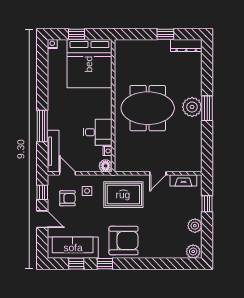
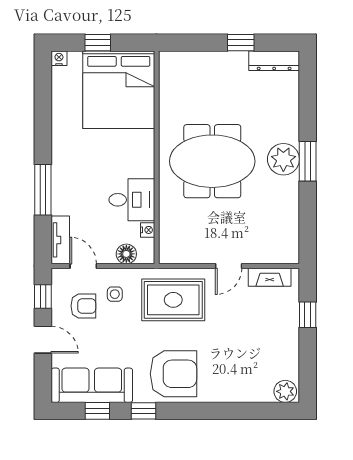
tv unit: (53, 151) -> (60, 240), width x0.71
floor lamp: (106, 166) -> (126, 254), moved
plant: (195, 226) -> (288, 350), removed

